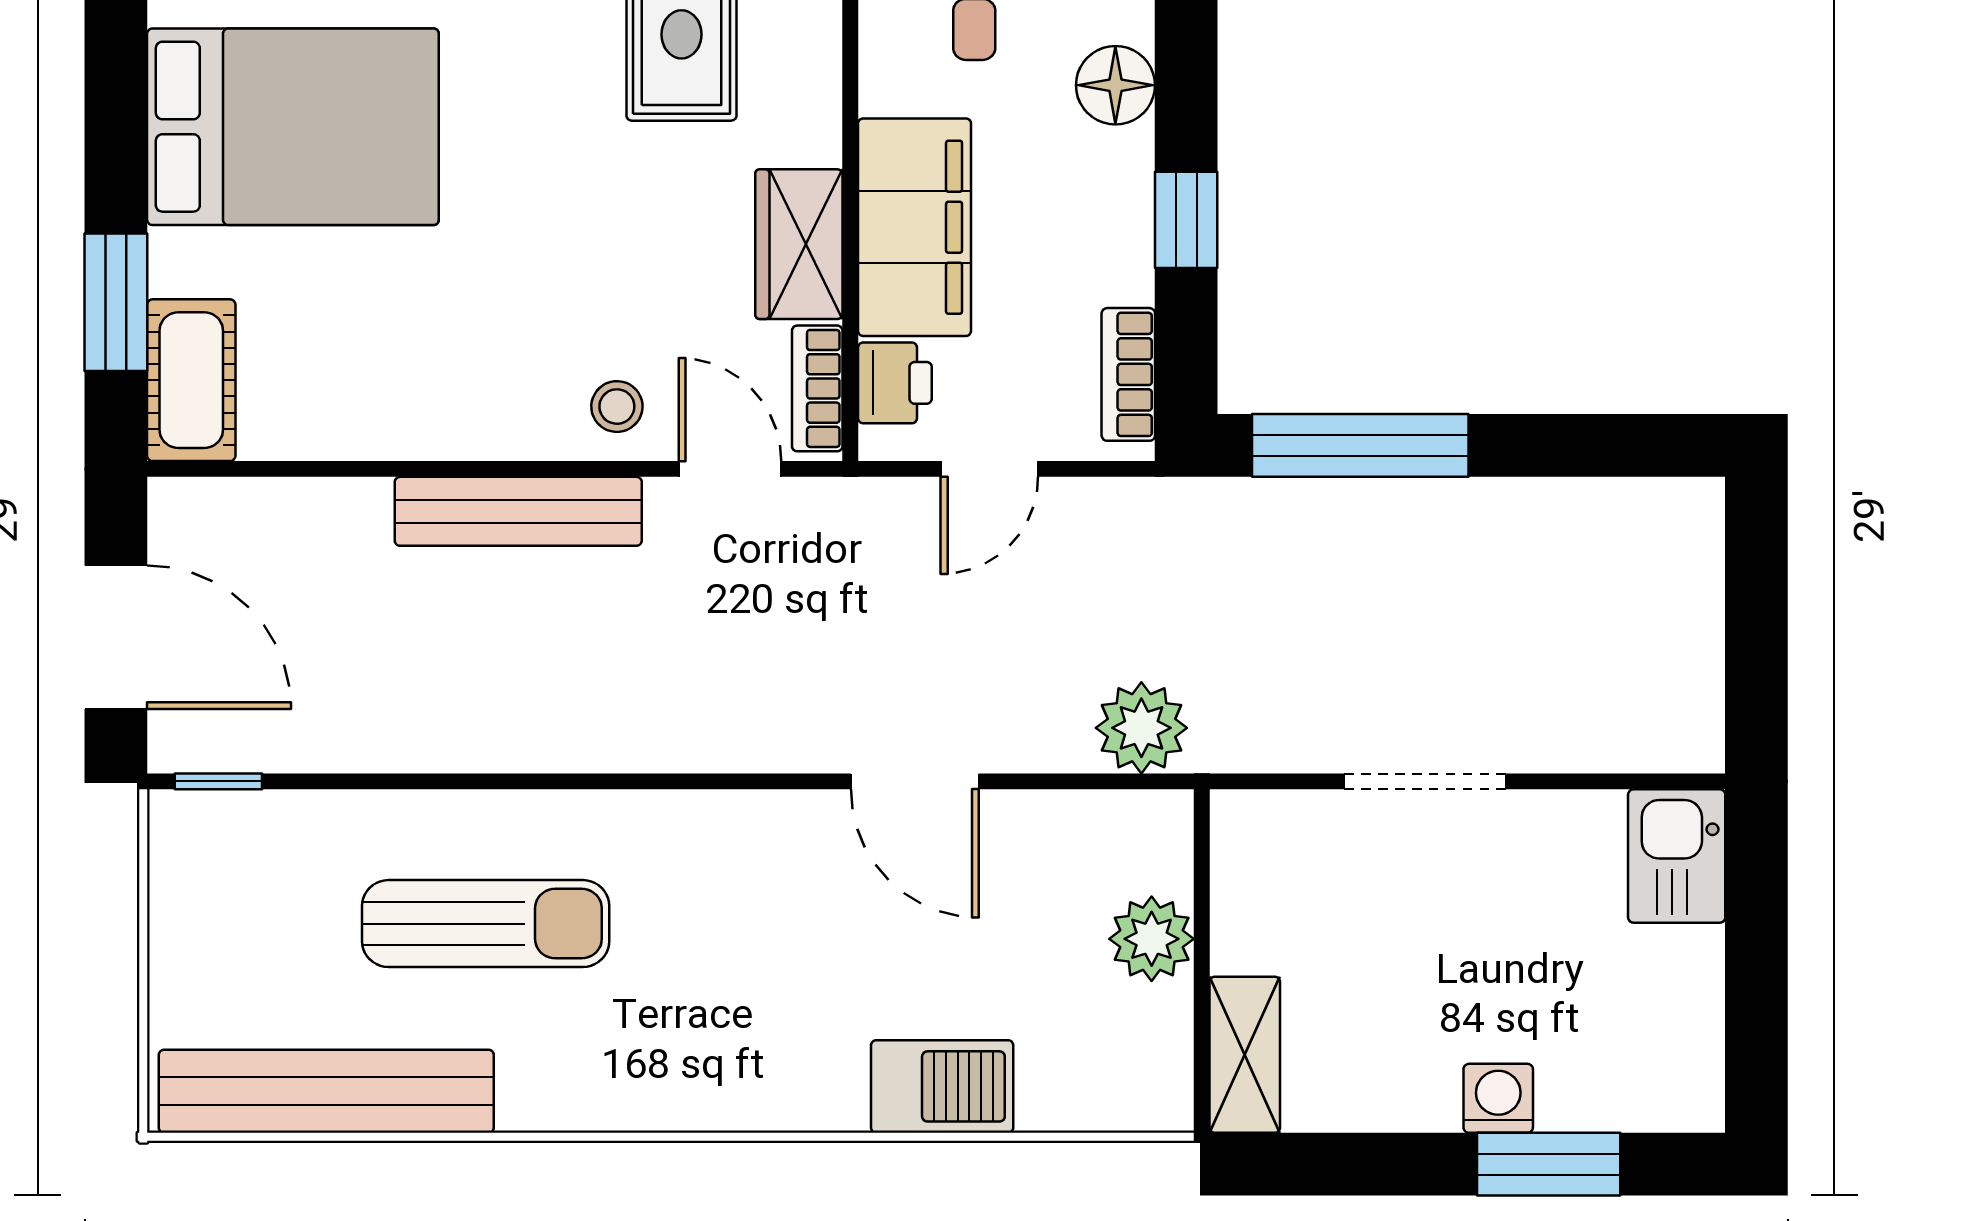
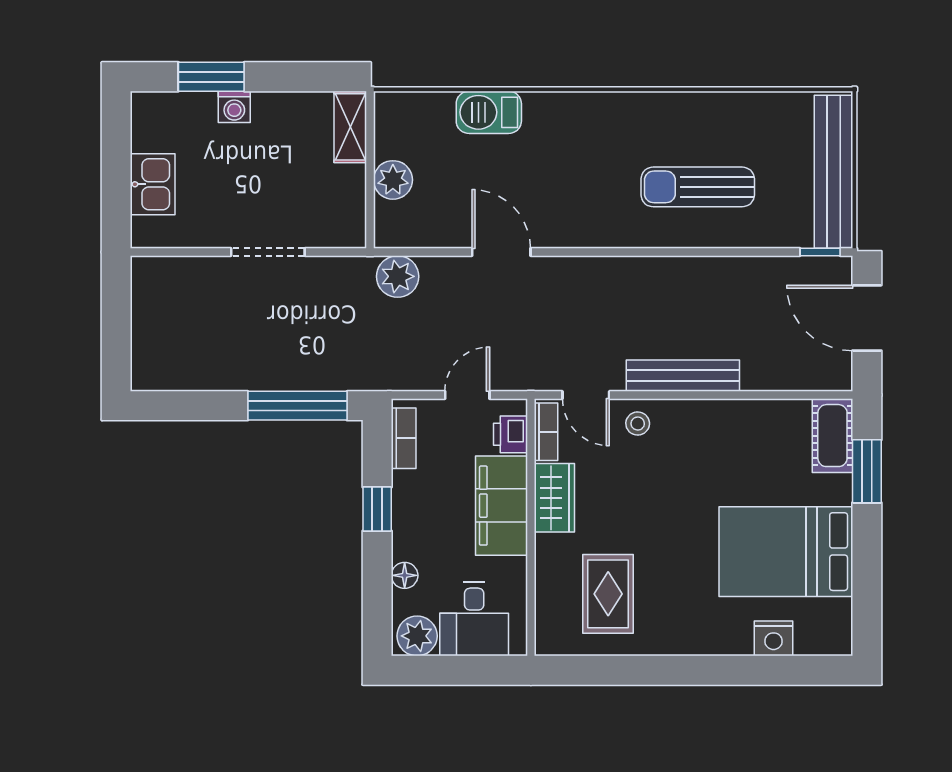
floor lamp: (1115, 85) -> (405, 575), width x0.73, depth x0.73
kitchen sink: (1677, 856) -> (153, 184), moved
bench: (326, 1091) -> (834, 172), moved, turned 90

